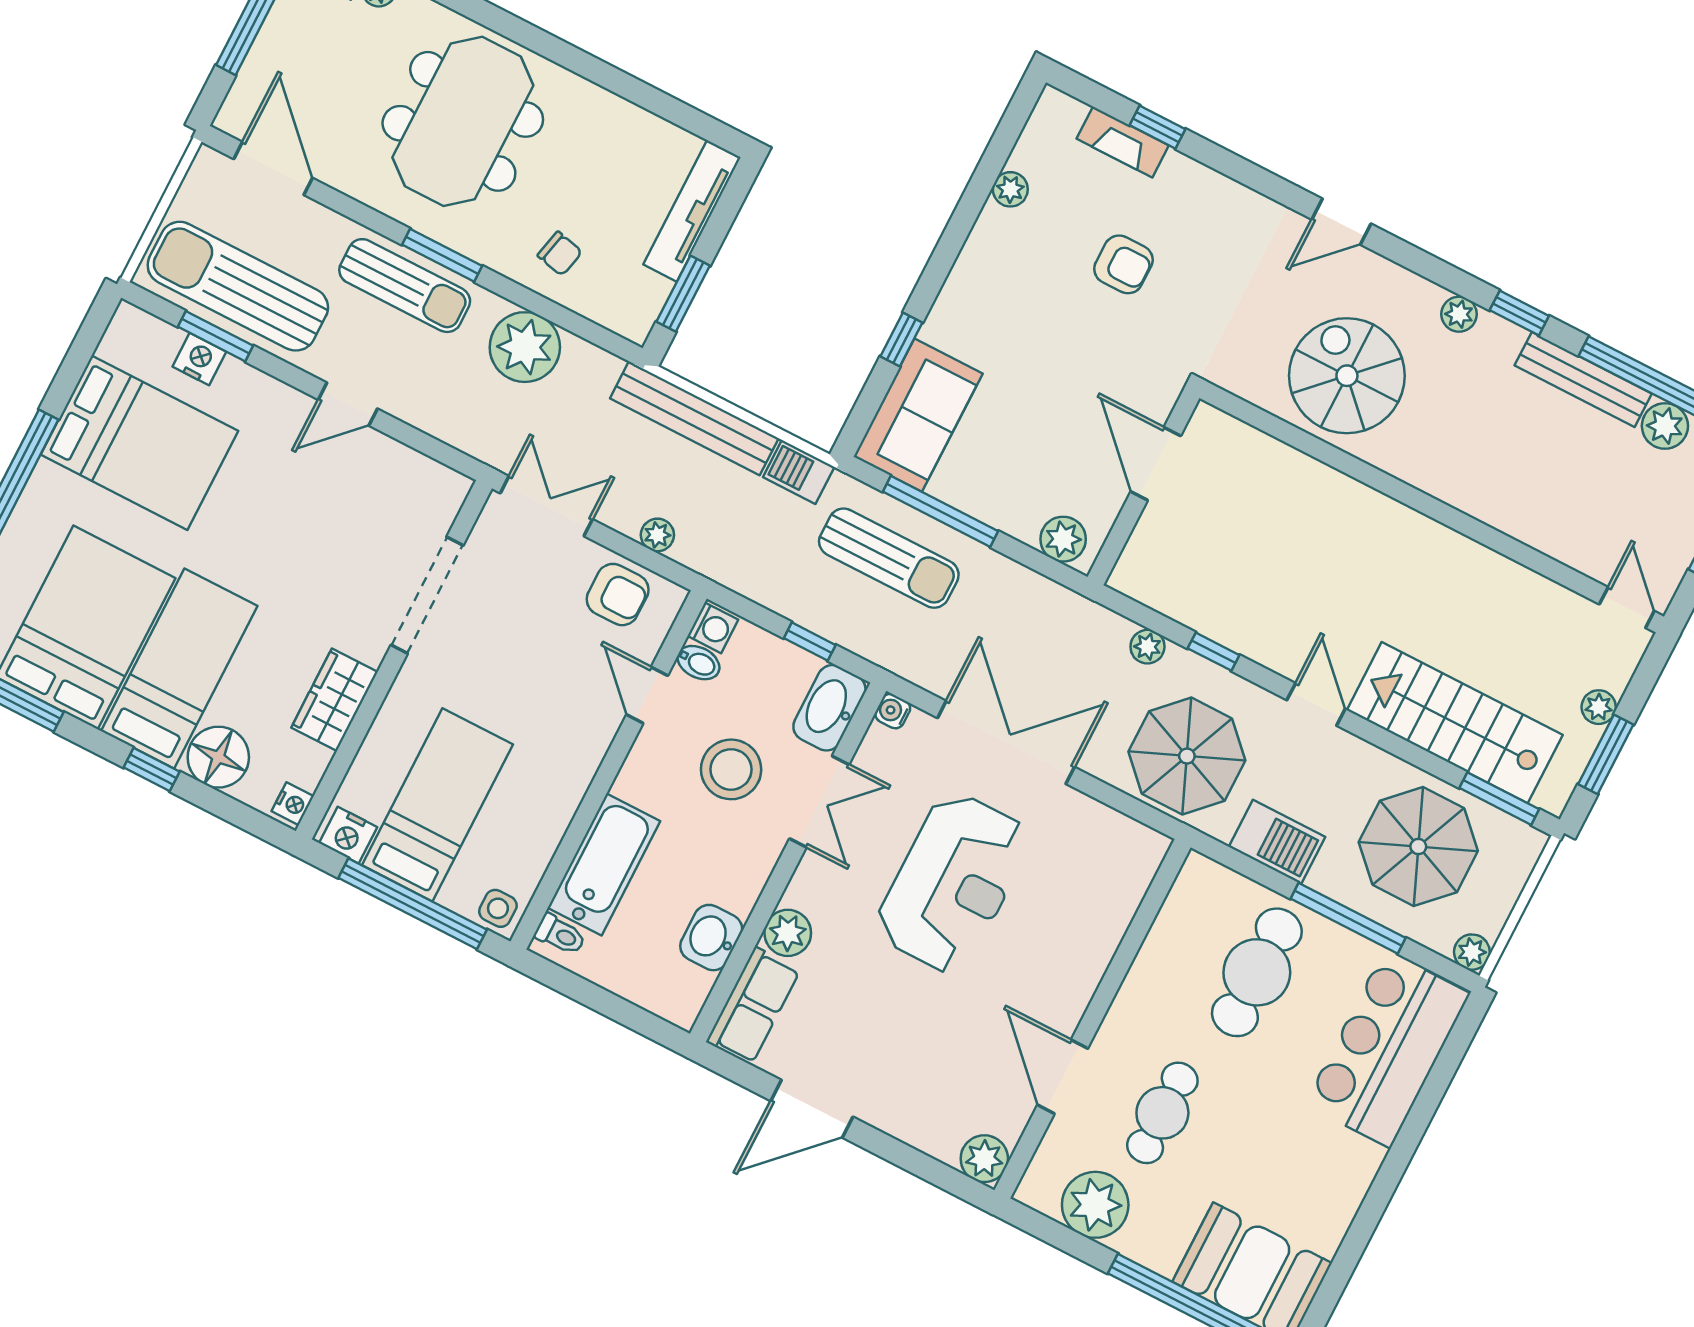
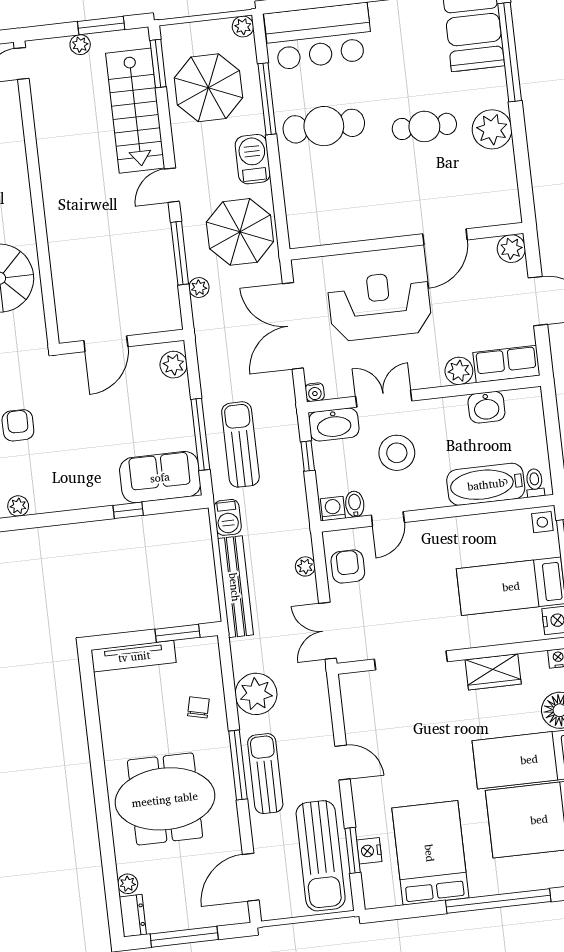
window: (442, 255) -> (238, 765), width x1.44
window: (1214, 652) -> (180, 253), width x2.17
wall: (1092, 1019) -> (407, 241), moved
door: (1063, 1077) -> (445, 237), moved
plant: (984, 1159) -> (511, 249), moved

